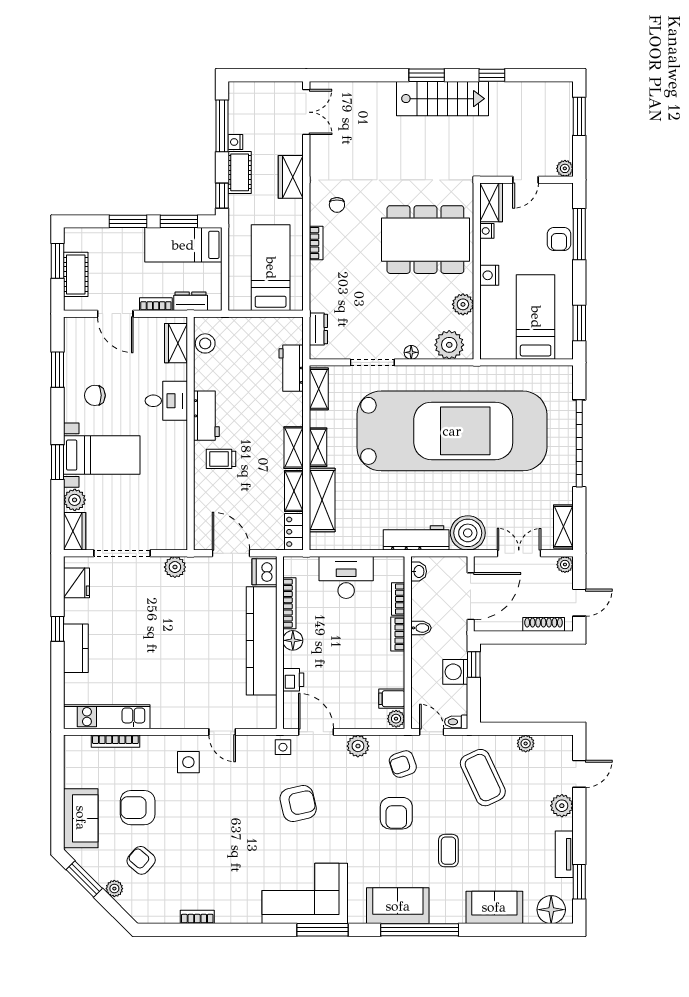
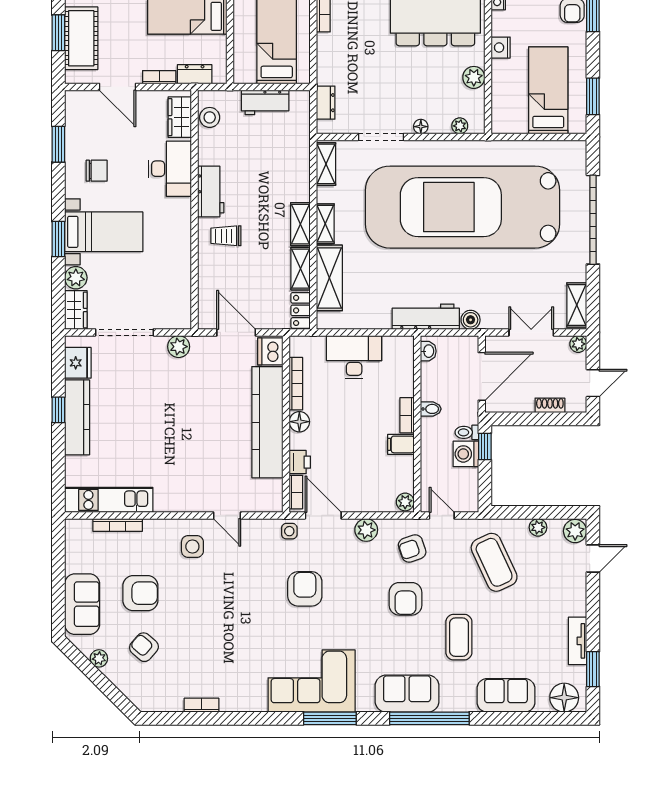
cot: (76, 274) -> (81, 38), width x1.37, depth x1.34
plant: (449, 345) -> (460, 126), width x0.53, depth x0.53
workbench: (291, 368) -> (265, 102), moved, turned -90
chair: (95, 395) -> (97, 171), turned 180
desk: (166, 401) -> (170, 169), width x1.37
car: (452, 431) -> (463, 207), turned 180
boiler: (468, 533) -> (471, 320), width x0.54, depth x0.54
bookcase: (398, 599) -> (296, 492), moved, turned 180
shoe rack: (544, 624) -> (550, 405), width x0.70
kitchen counter: (76, 648) -> (77, 417), width x1.50
filing cabinet: (392, 699) -> (401, 444), moved
toilet: (456, 722) -> (467, 432), moved
armchair: (298, 804) -> (305, 589), turned -77
plant: (562, 806) -> (575, 531), moved
armchair: (138, 808) -> (140, 593), turned 180
coffee table: (448, 851) -> (459, 637), width x1.36, depth x1.30
window: (84, 879) -> (86, 666), removed
plant: (114, 889) -> (99, 658), moved

